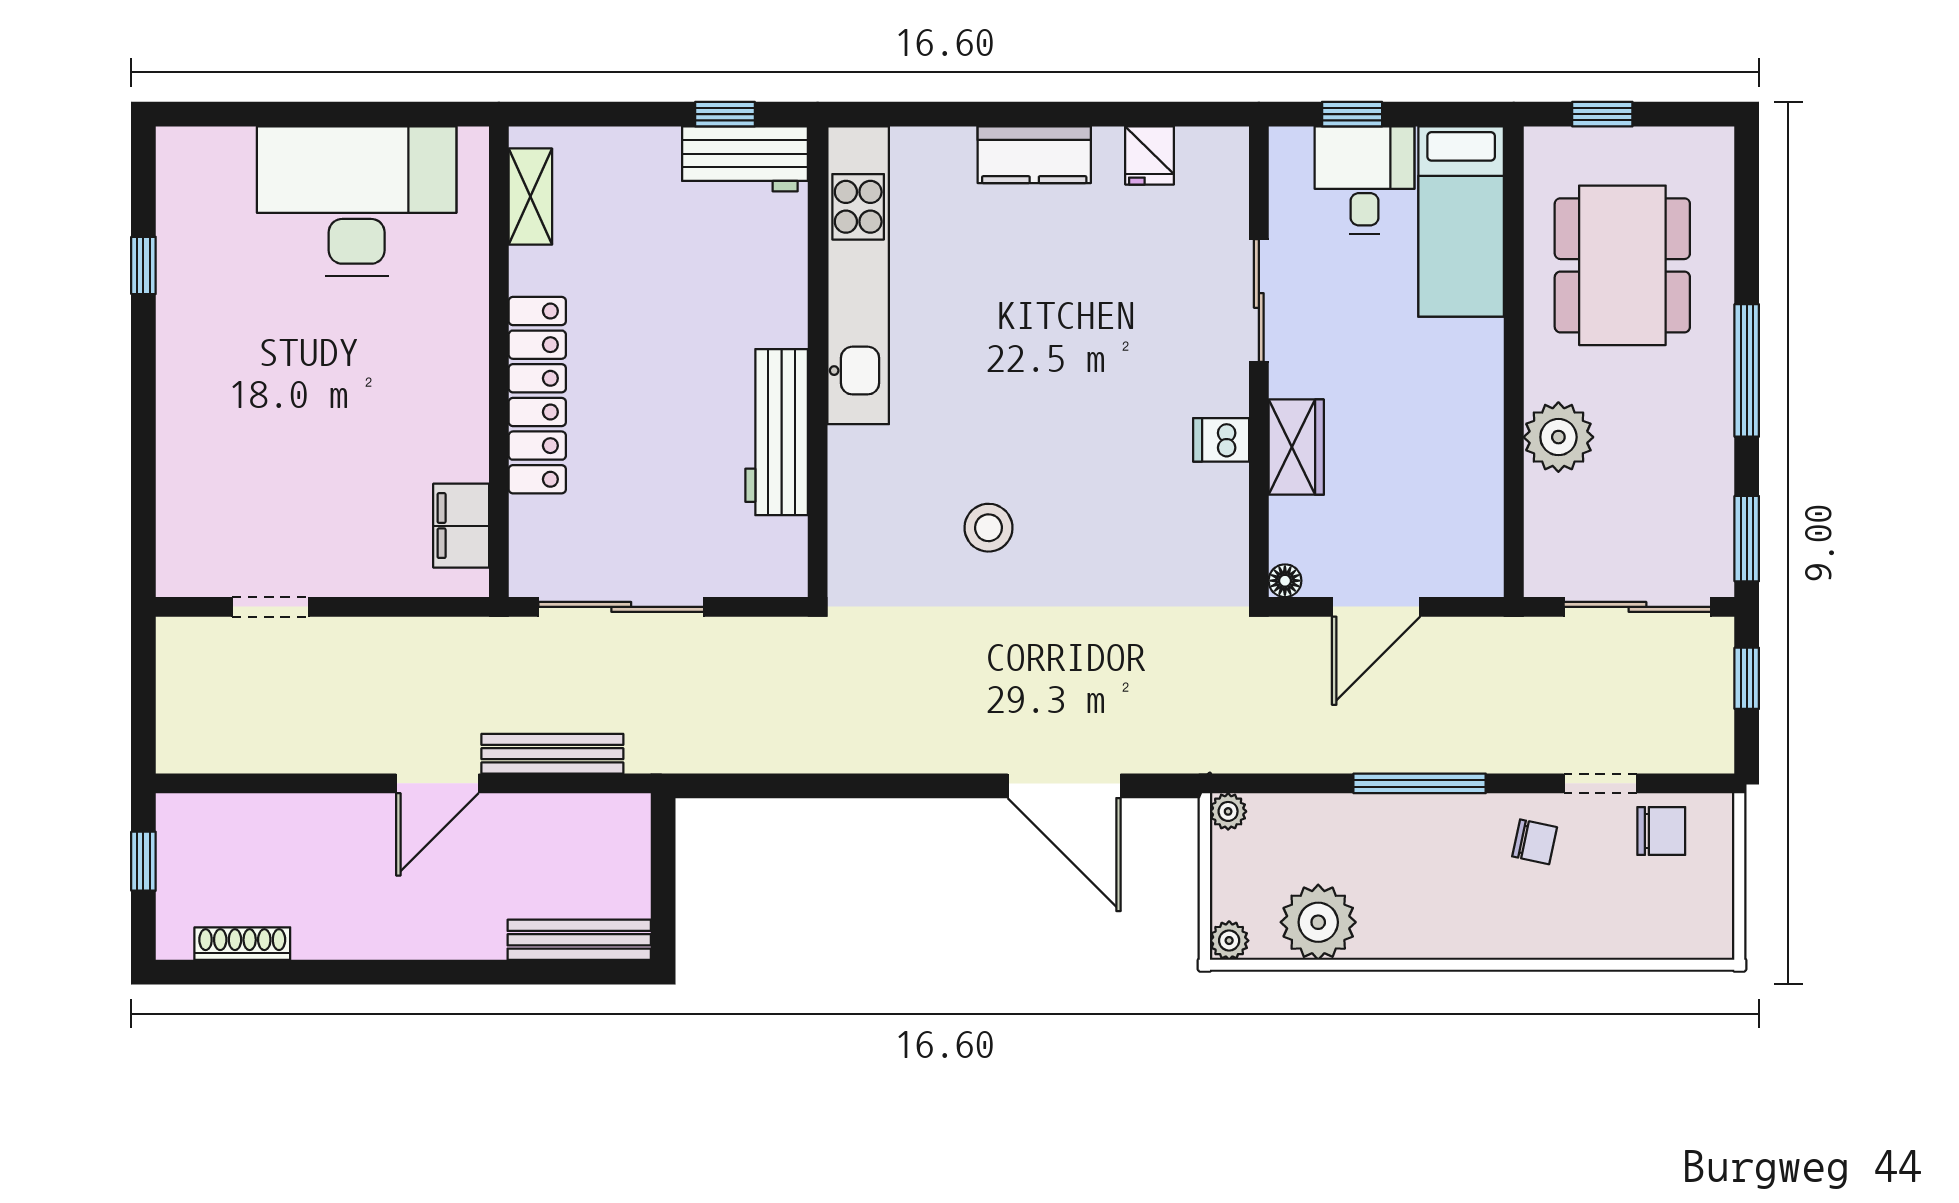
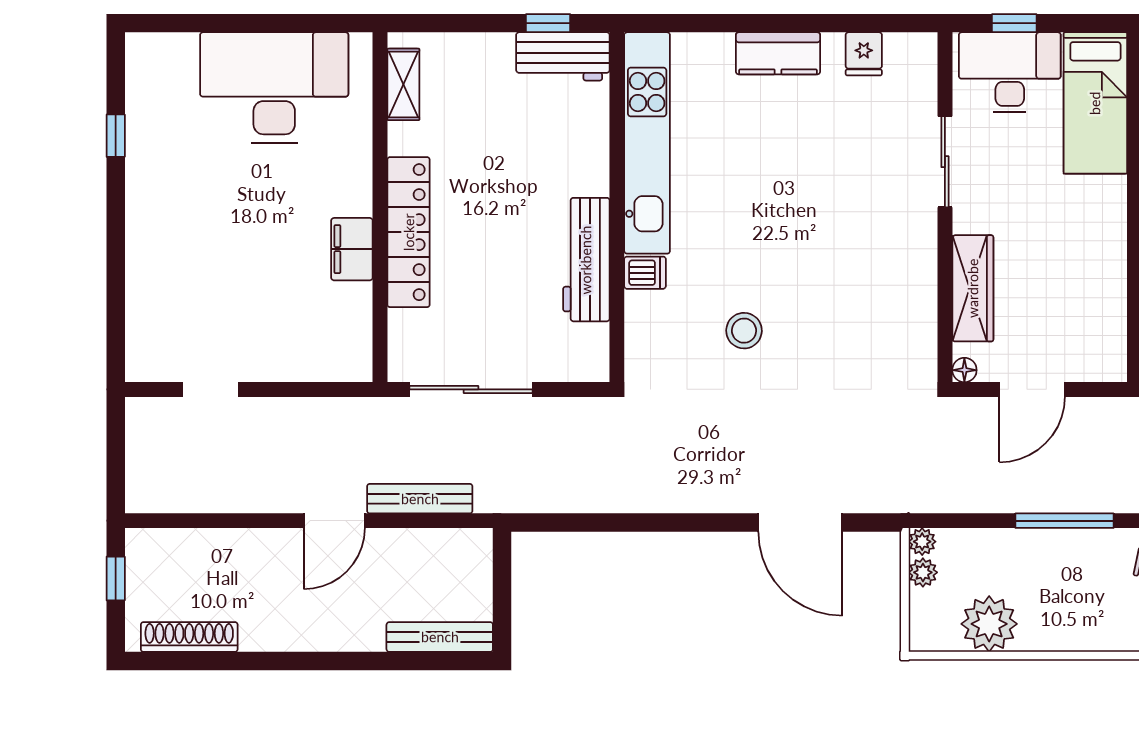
desk: (1365, 180) -> (1010, 72), width x1.37
dishwasher: (1221, 440) -> (645, 273), moved, turned 180
wardrobe: (1296, 447) -> (973, 288), width x1.50
filing cabinet: (461, 526) -> (352, 249), moved
plant: (1229, 941) -> (923, 572), moved
shoe rack: (242, 944) -> (189, 637), width x1.36, depth x1.24

